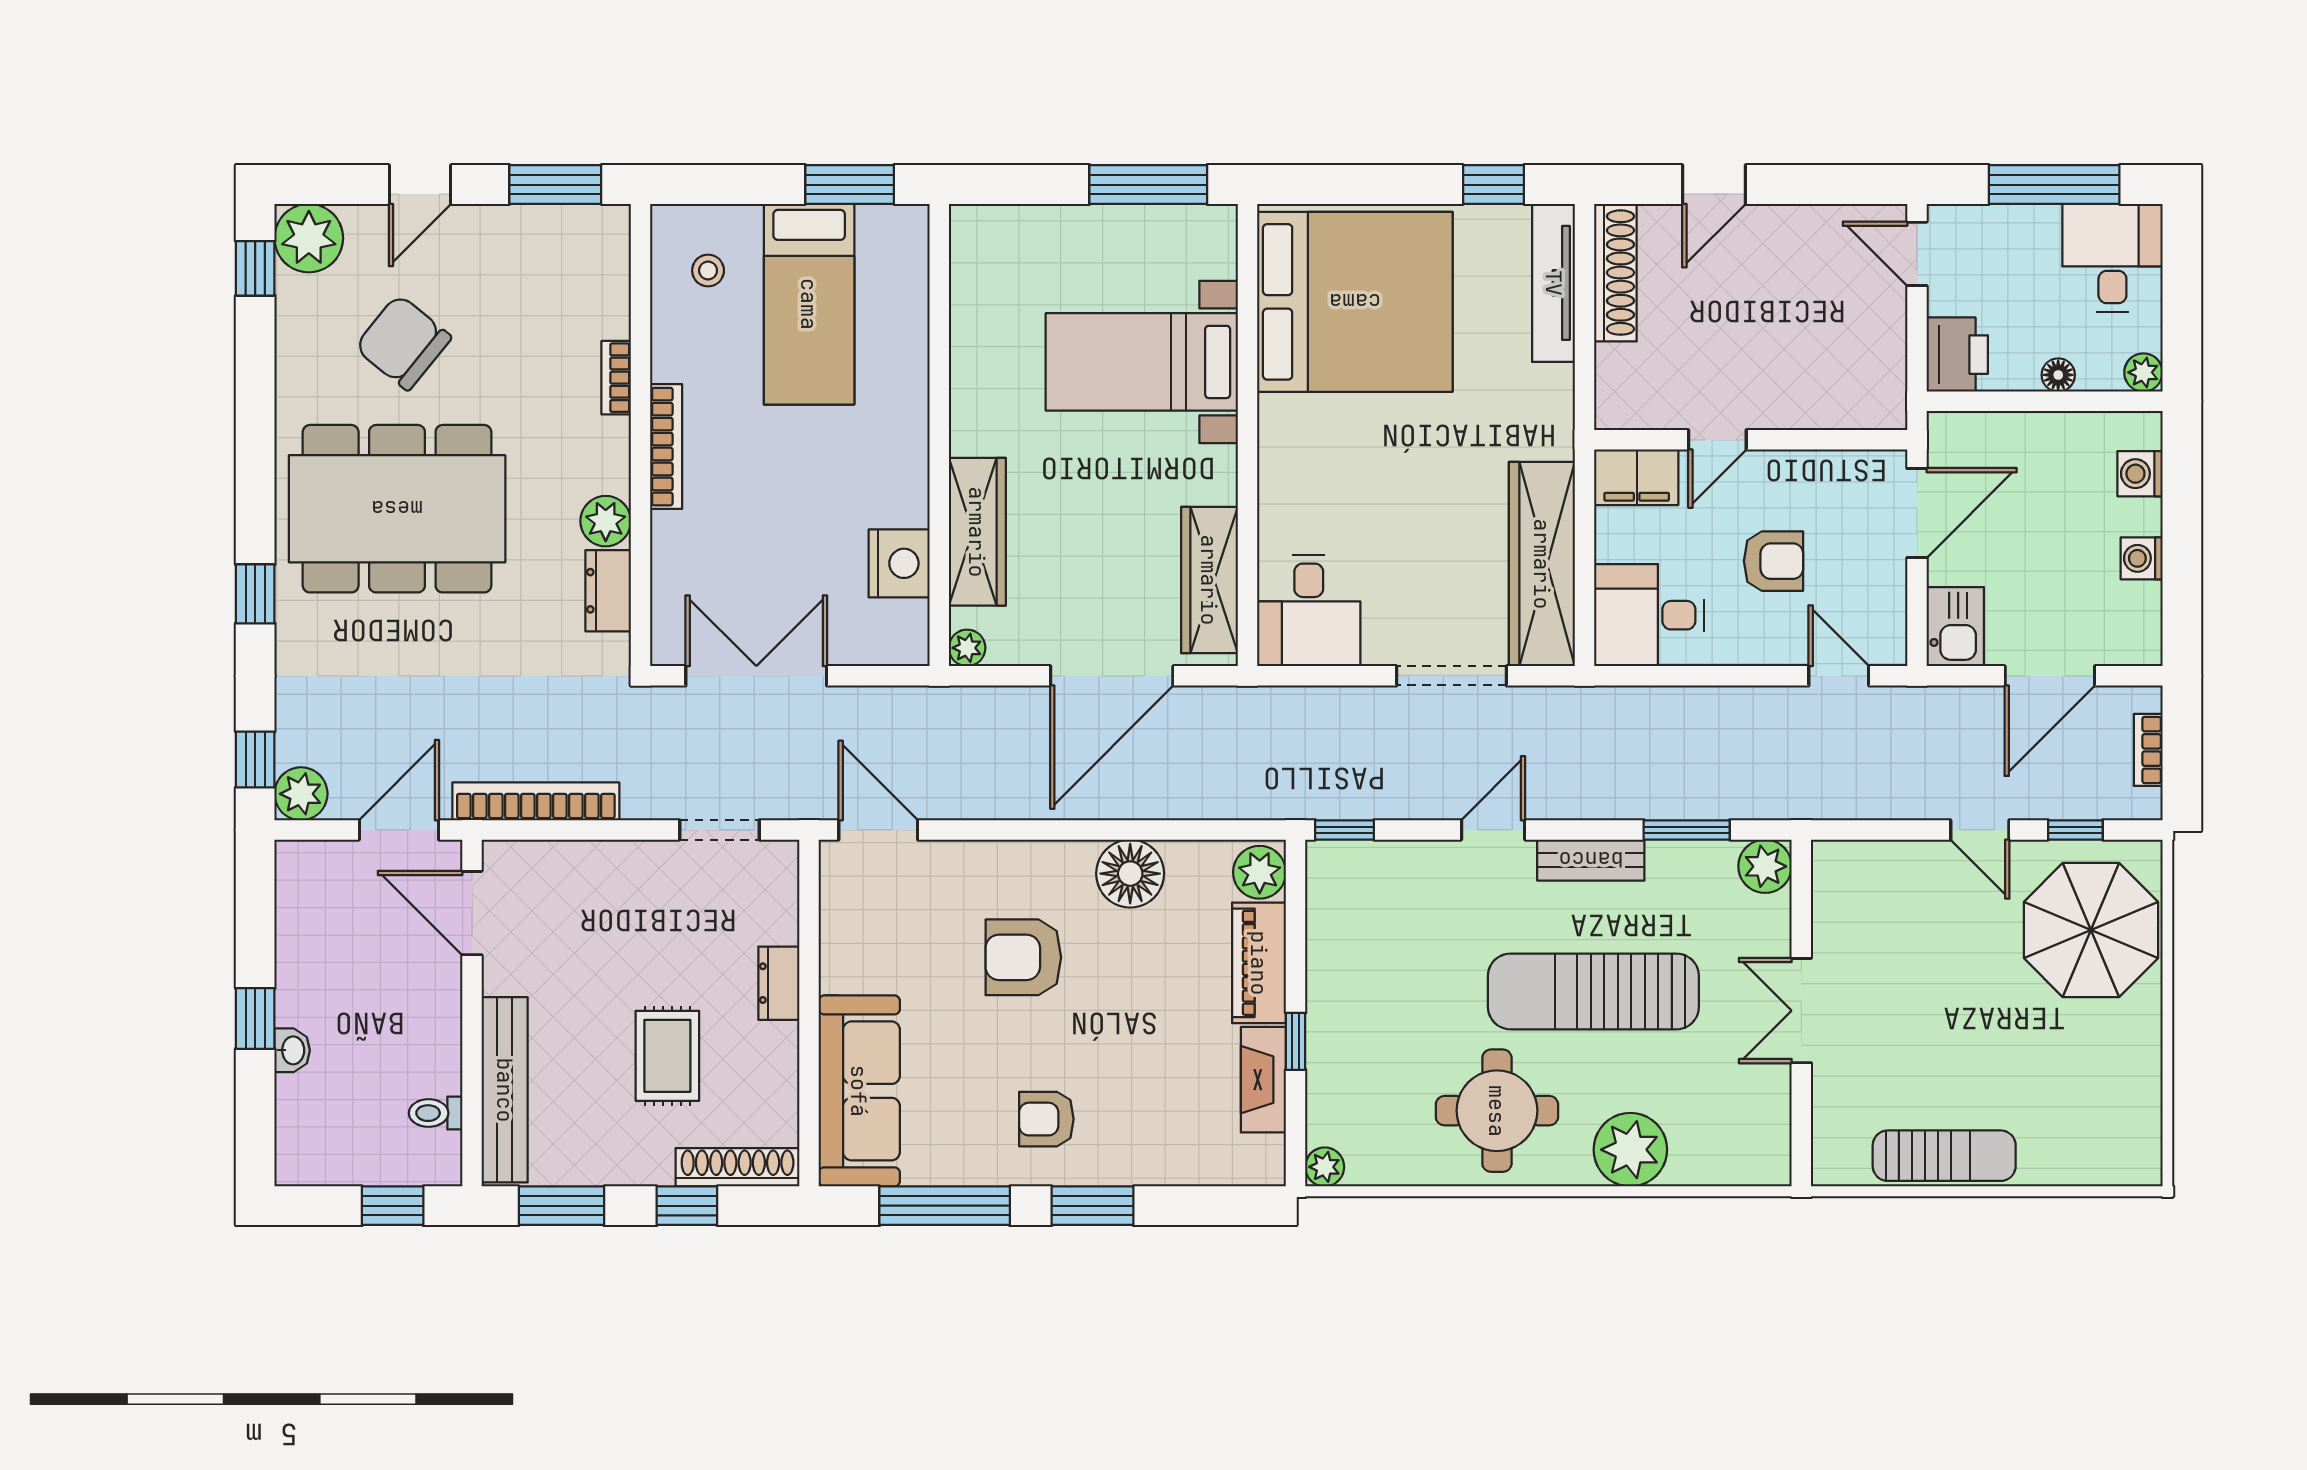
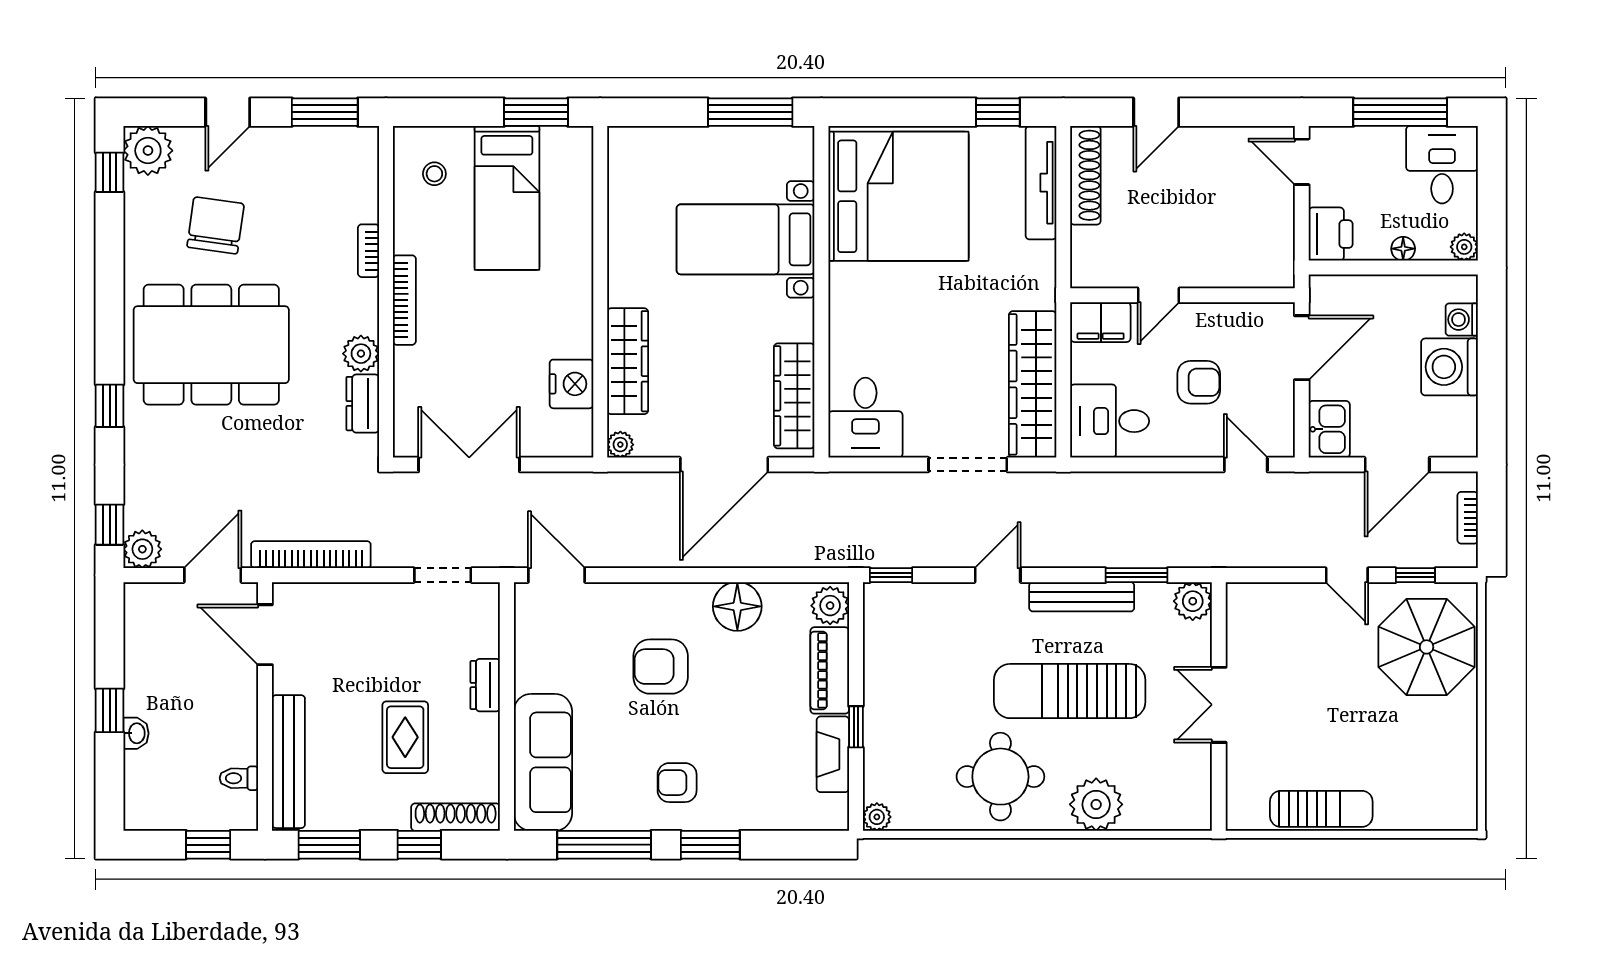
chair: (403, 342) -> (216, 225), turned 59
washing machine: (2142, 558) -> (1450, 367), width x1.89, depth x1.89
bench: (1591, 860) -> (1082, 597), width x1.36

